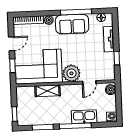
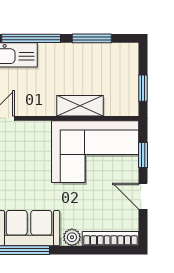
door: (12, 44) -> (143, 196), hinge flipped
plant: (71, 73) -> (34, 136), removed
window: (15, 114) -> (143, 88), moved

